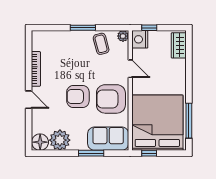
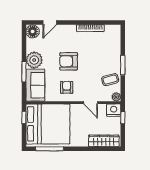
wardrobe: (179, 45) -> (104, 141), width x1.50
door: (130, 69) -> (90, 103), hinge flipped
armchair: (78, 96) -> (69, 61), turned -90
armchair: (111, 99) -> (67, 87), width x0.53, depth x0.53
door: (29, 100) -> (50, 22), moved
plant: (60, 140) -> (34, 60), moved

